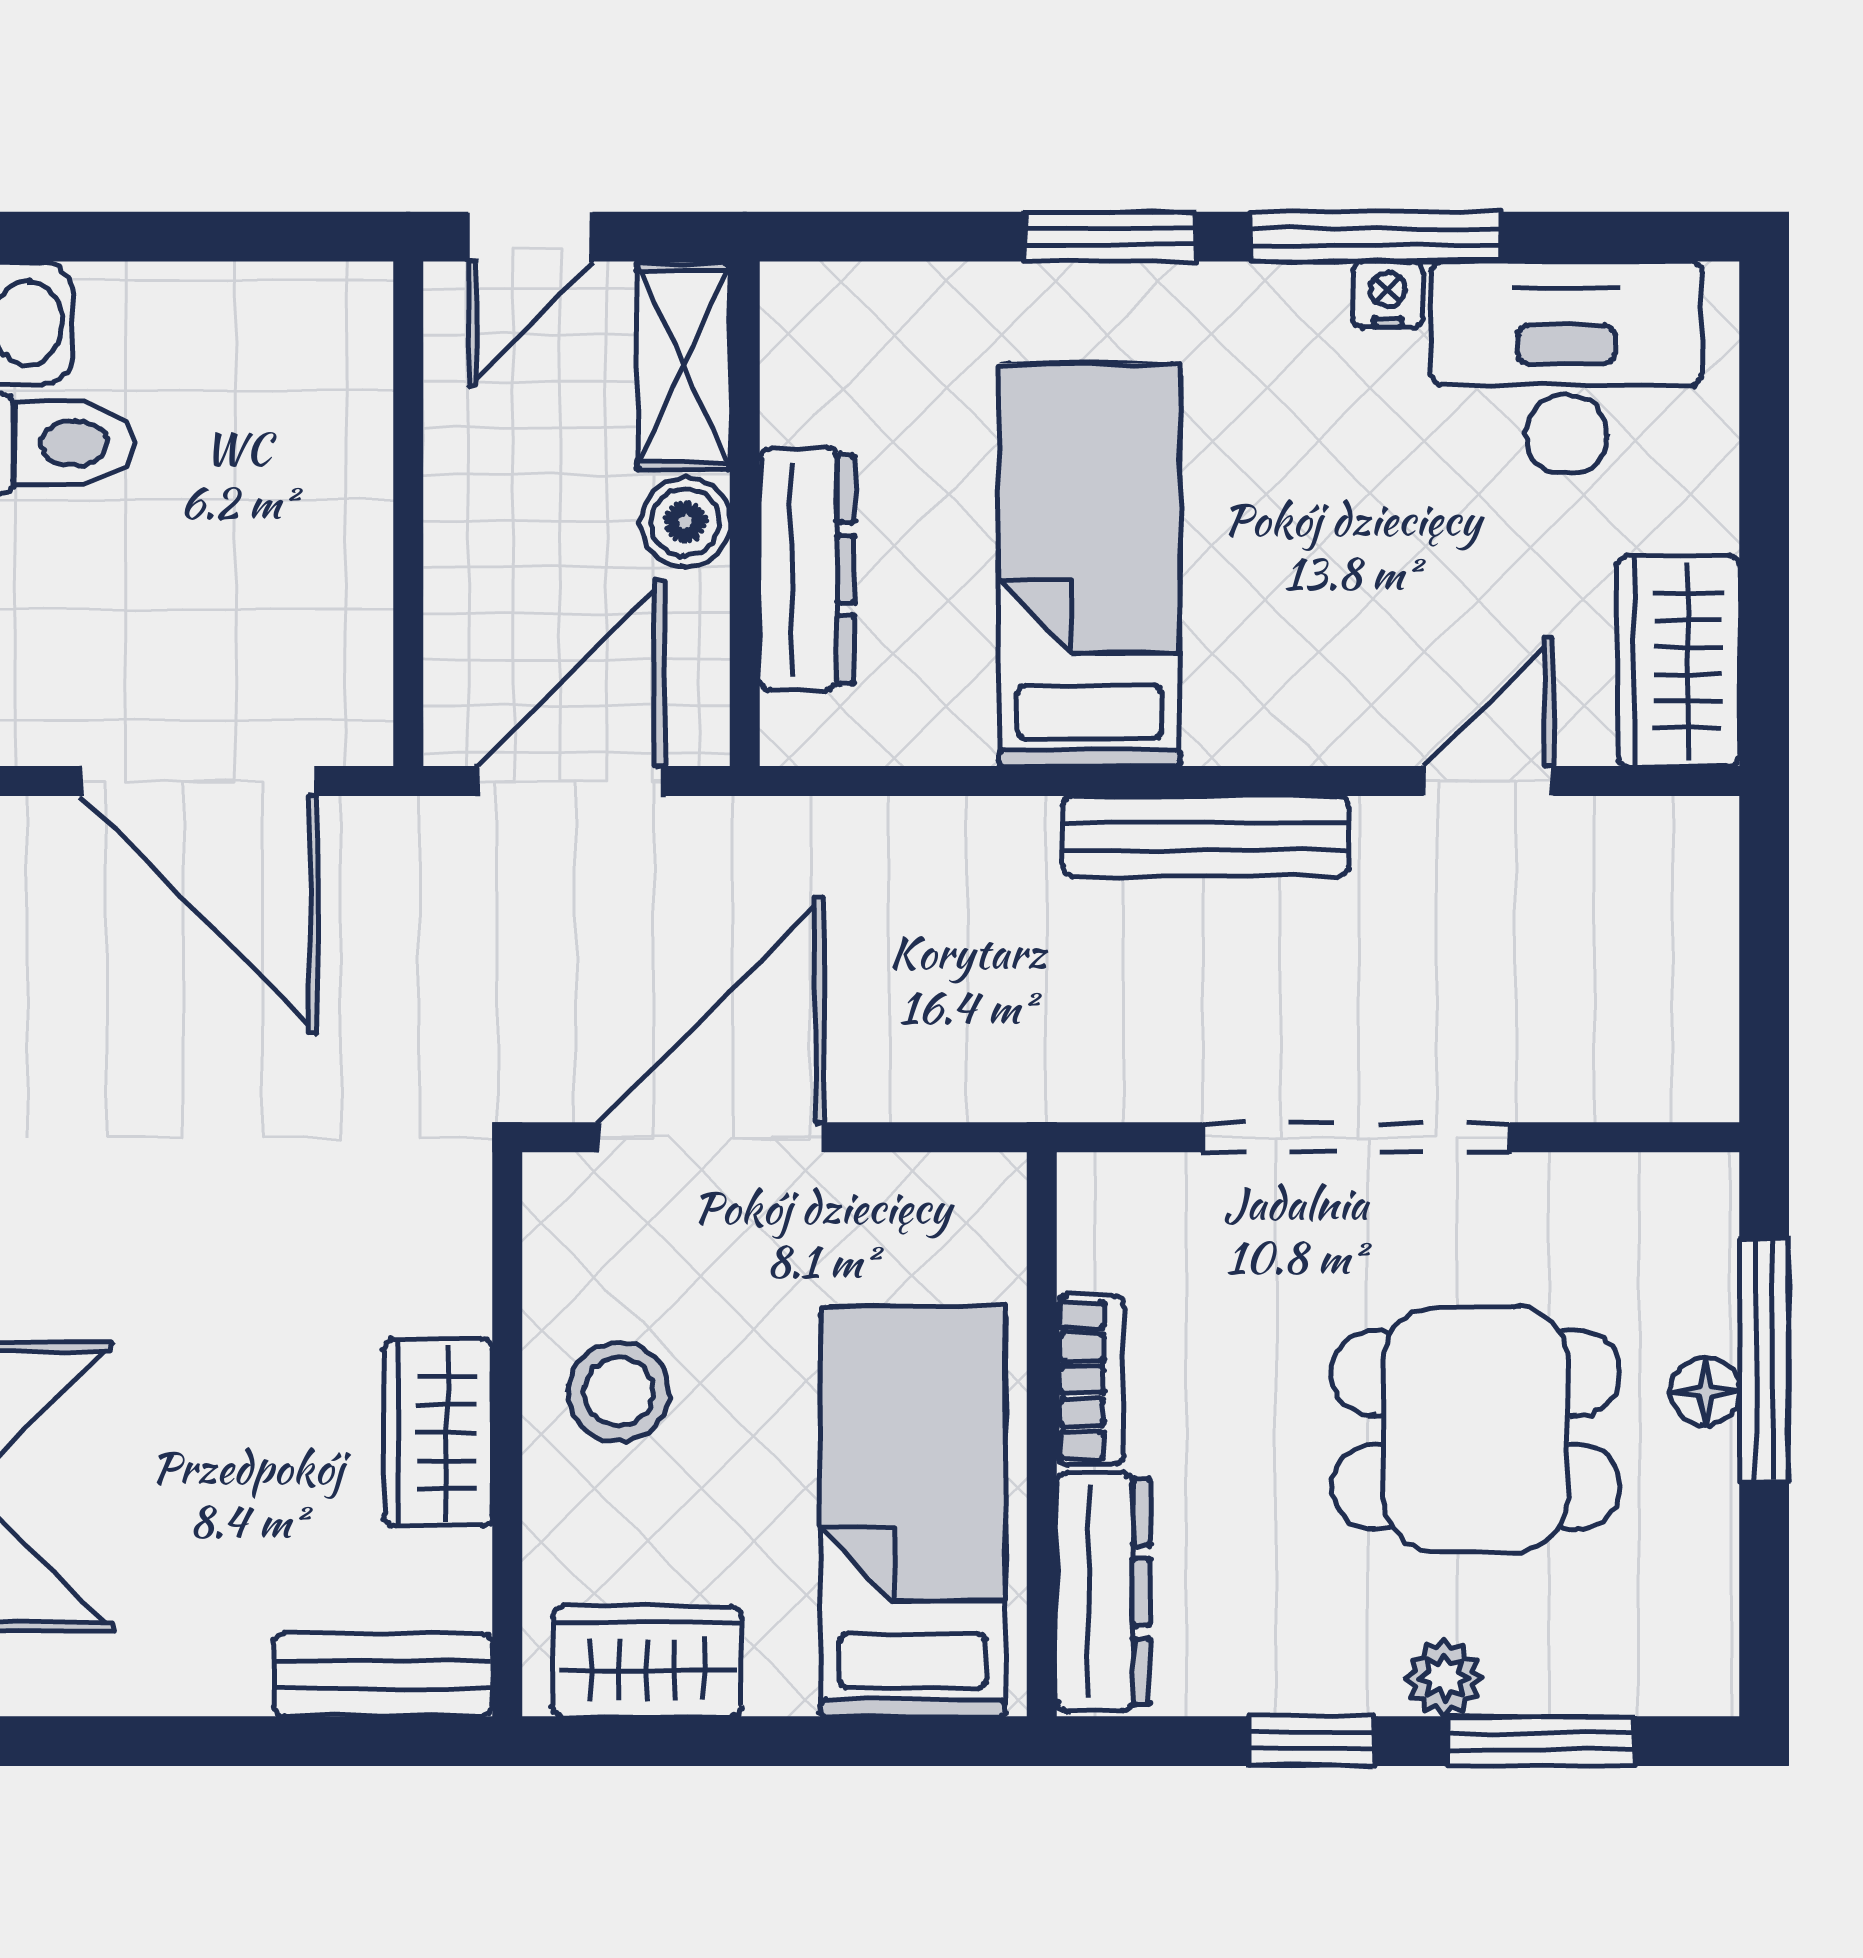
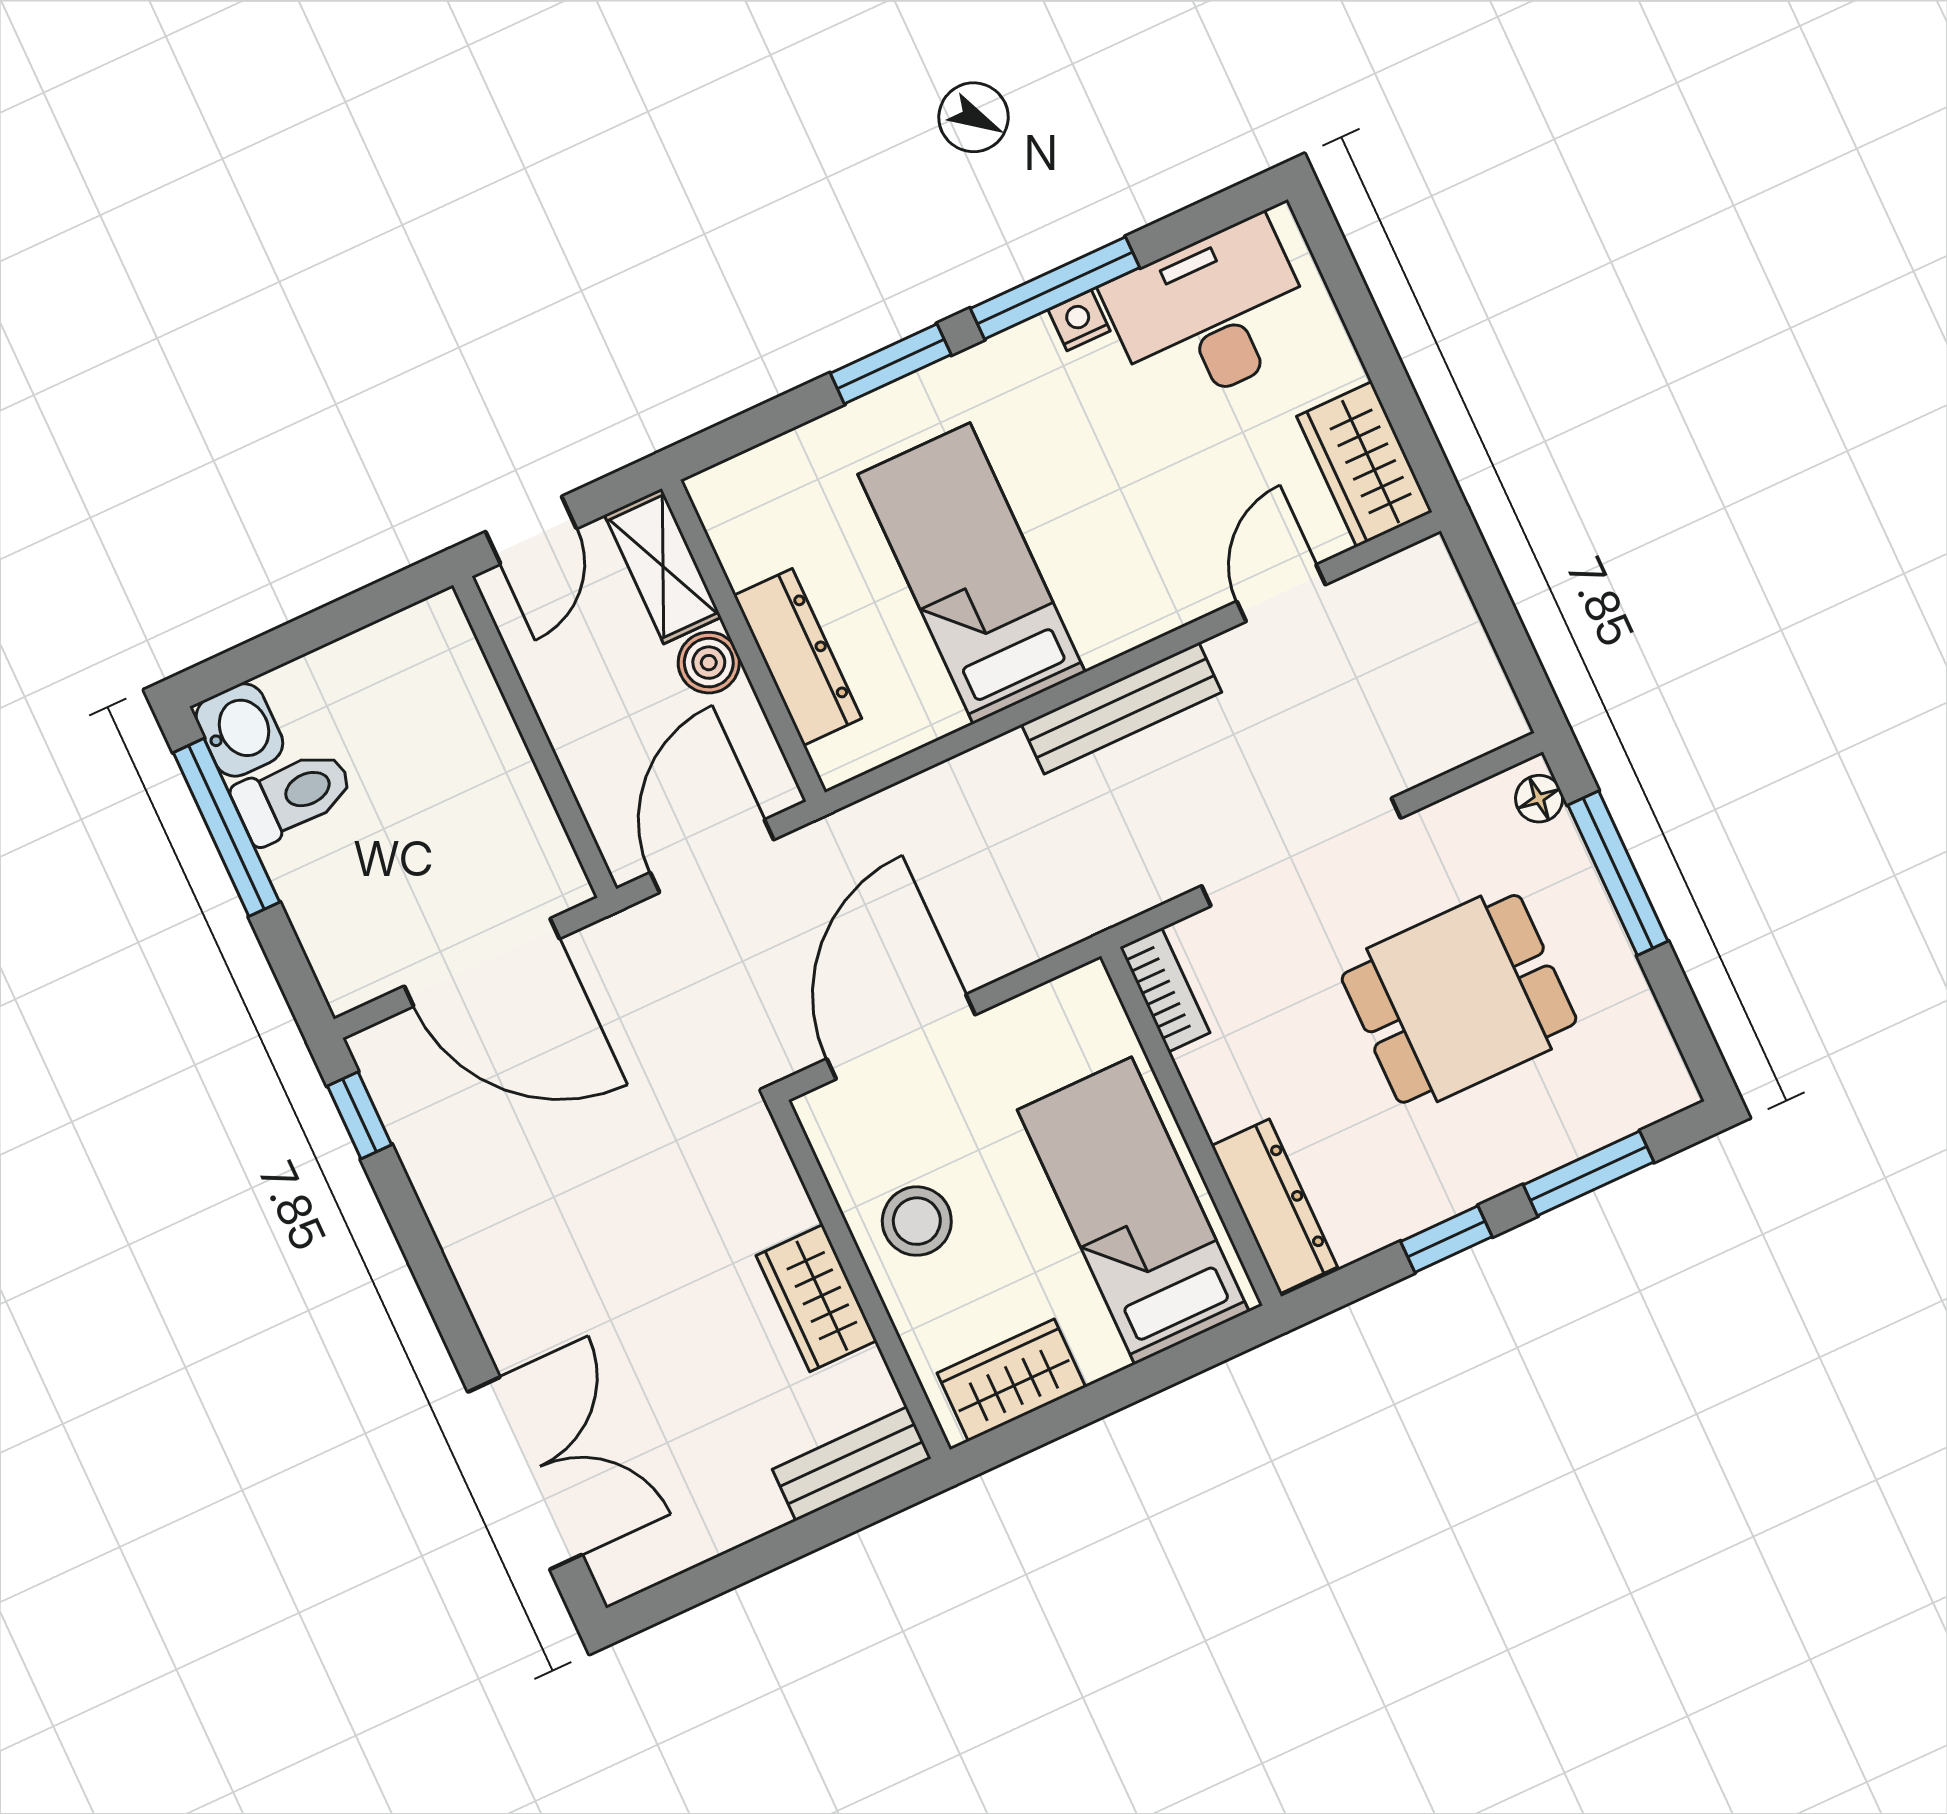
bookcase: (1090, 1380) -> (1165, 990), moved
floor lamp: (1705, 1391) -> (1539, 799), moved
plant: (1444, 1678) -> (1510, 1162), removed

